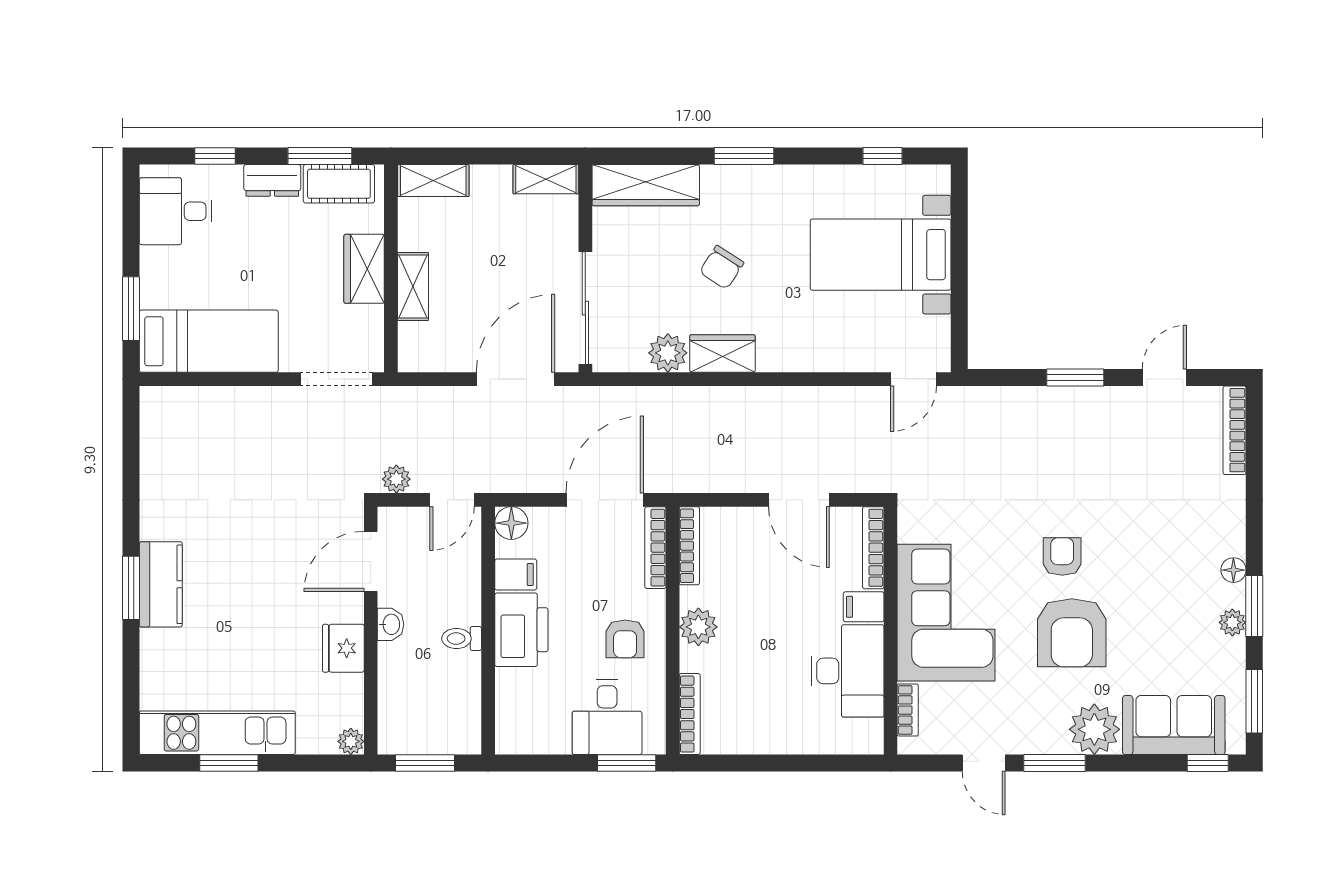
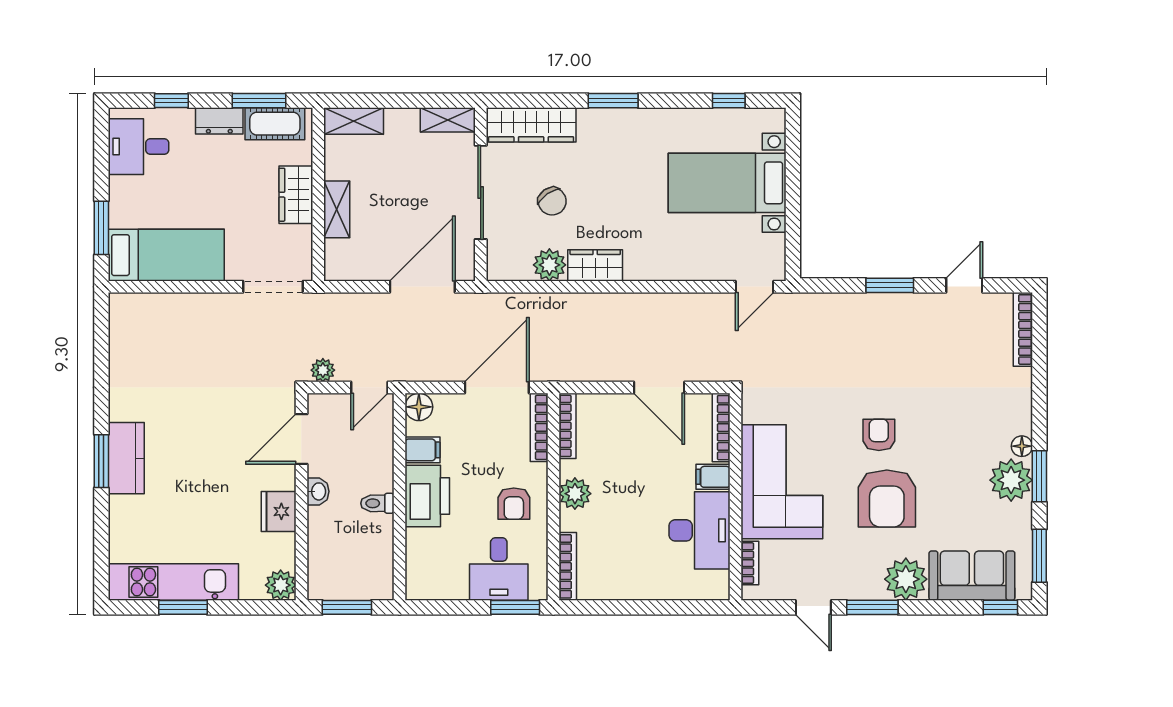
chair: (722, 267) -> (552, 201), moved, turned -68
sliding door: (585, 308) -> (481, 192), moved
plant: (1232, 622) -> (1011, 480), width x1.88, depth x1.88
plant: (351, 741) -> (281, 585), width x1.38, depth x1.38

